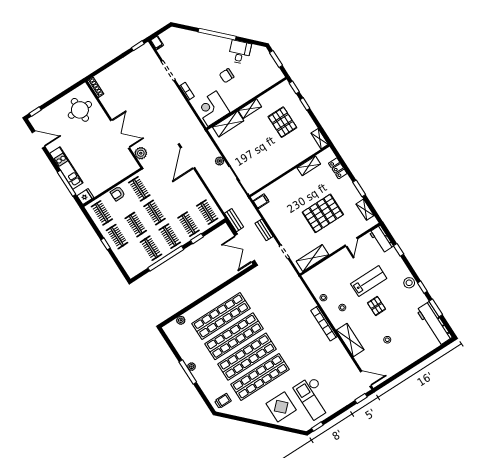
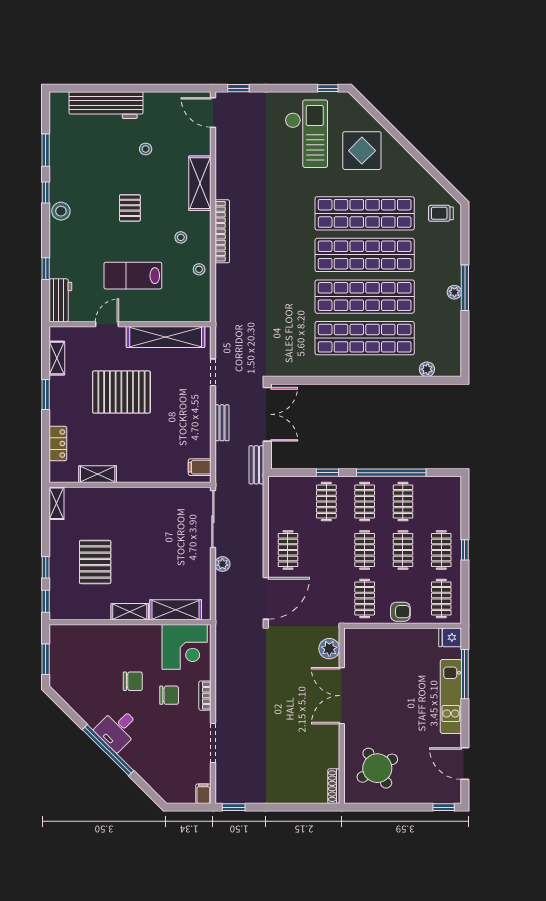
desk: (240, 52) -> (118, 729), moved
chair: (205, 80) -> (169, 695), added
round table: (80, 110) -> (377, 768), turned -31
clothes rail: (207, 212) -> (288, 550), moved
shelving: (313, 258) -> (166, 337), width x1.47
lab bench: (369, 281) -> (133, 276), moved
workbench: (434, 324) -> (106, 105), moved, turned 90

